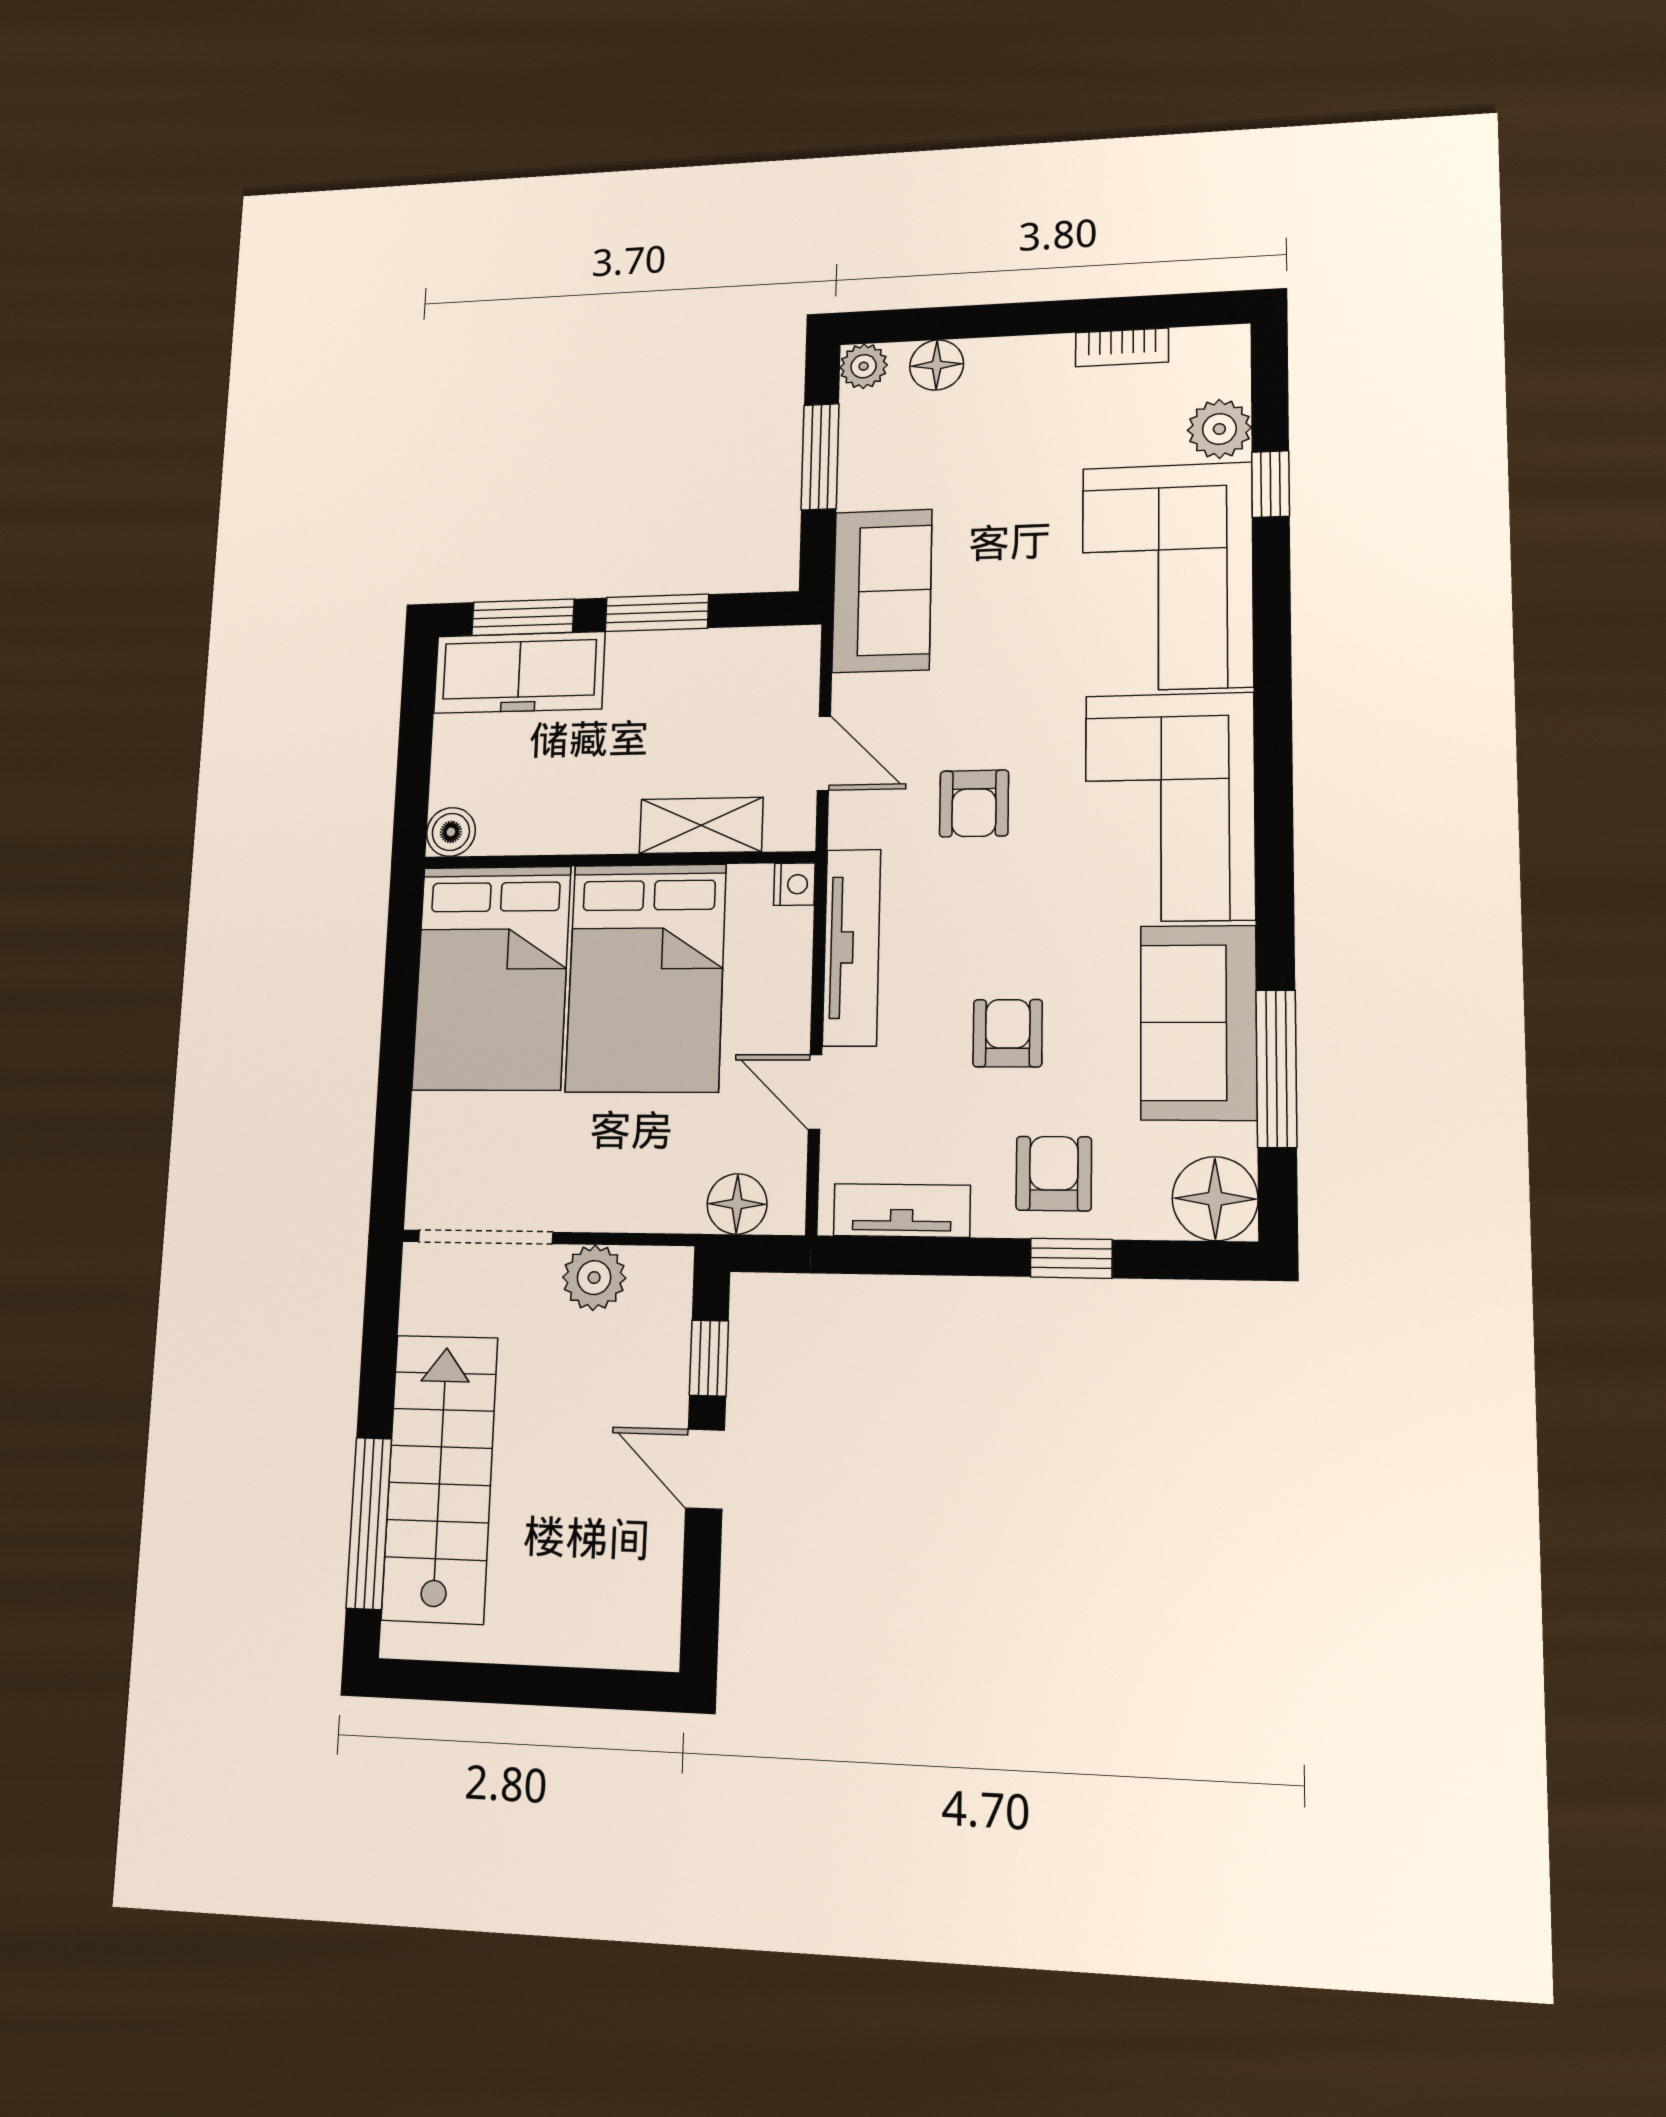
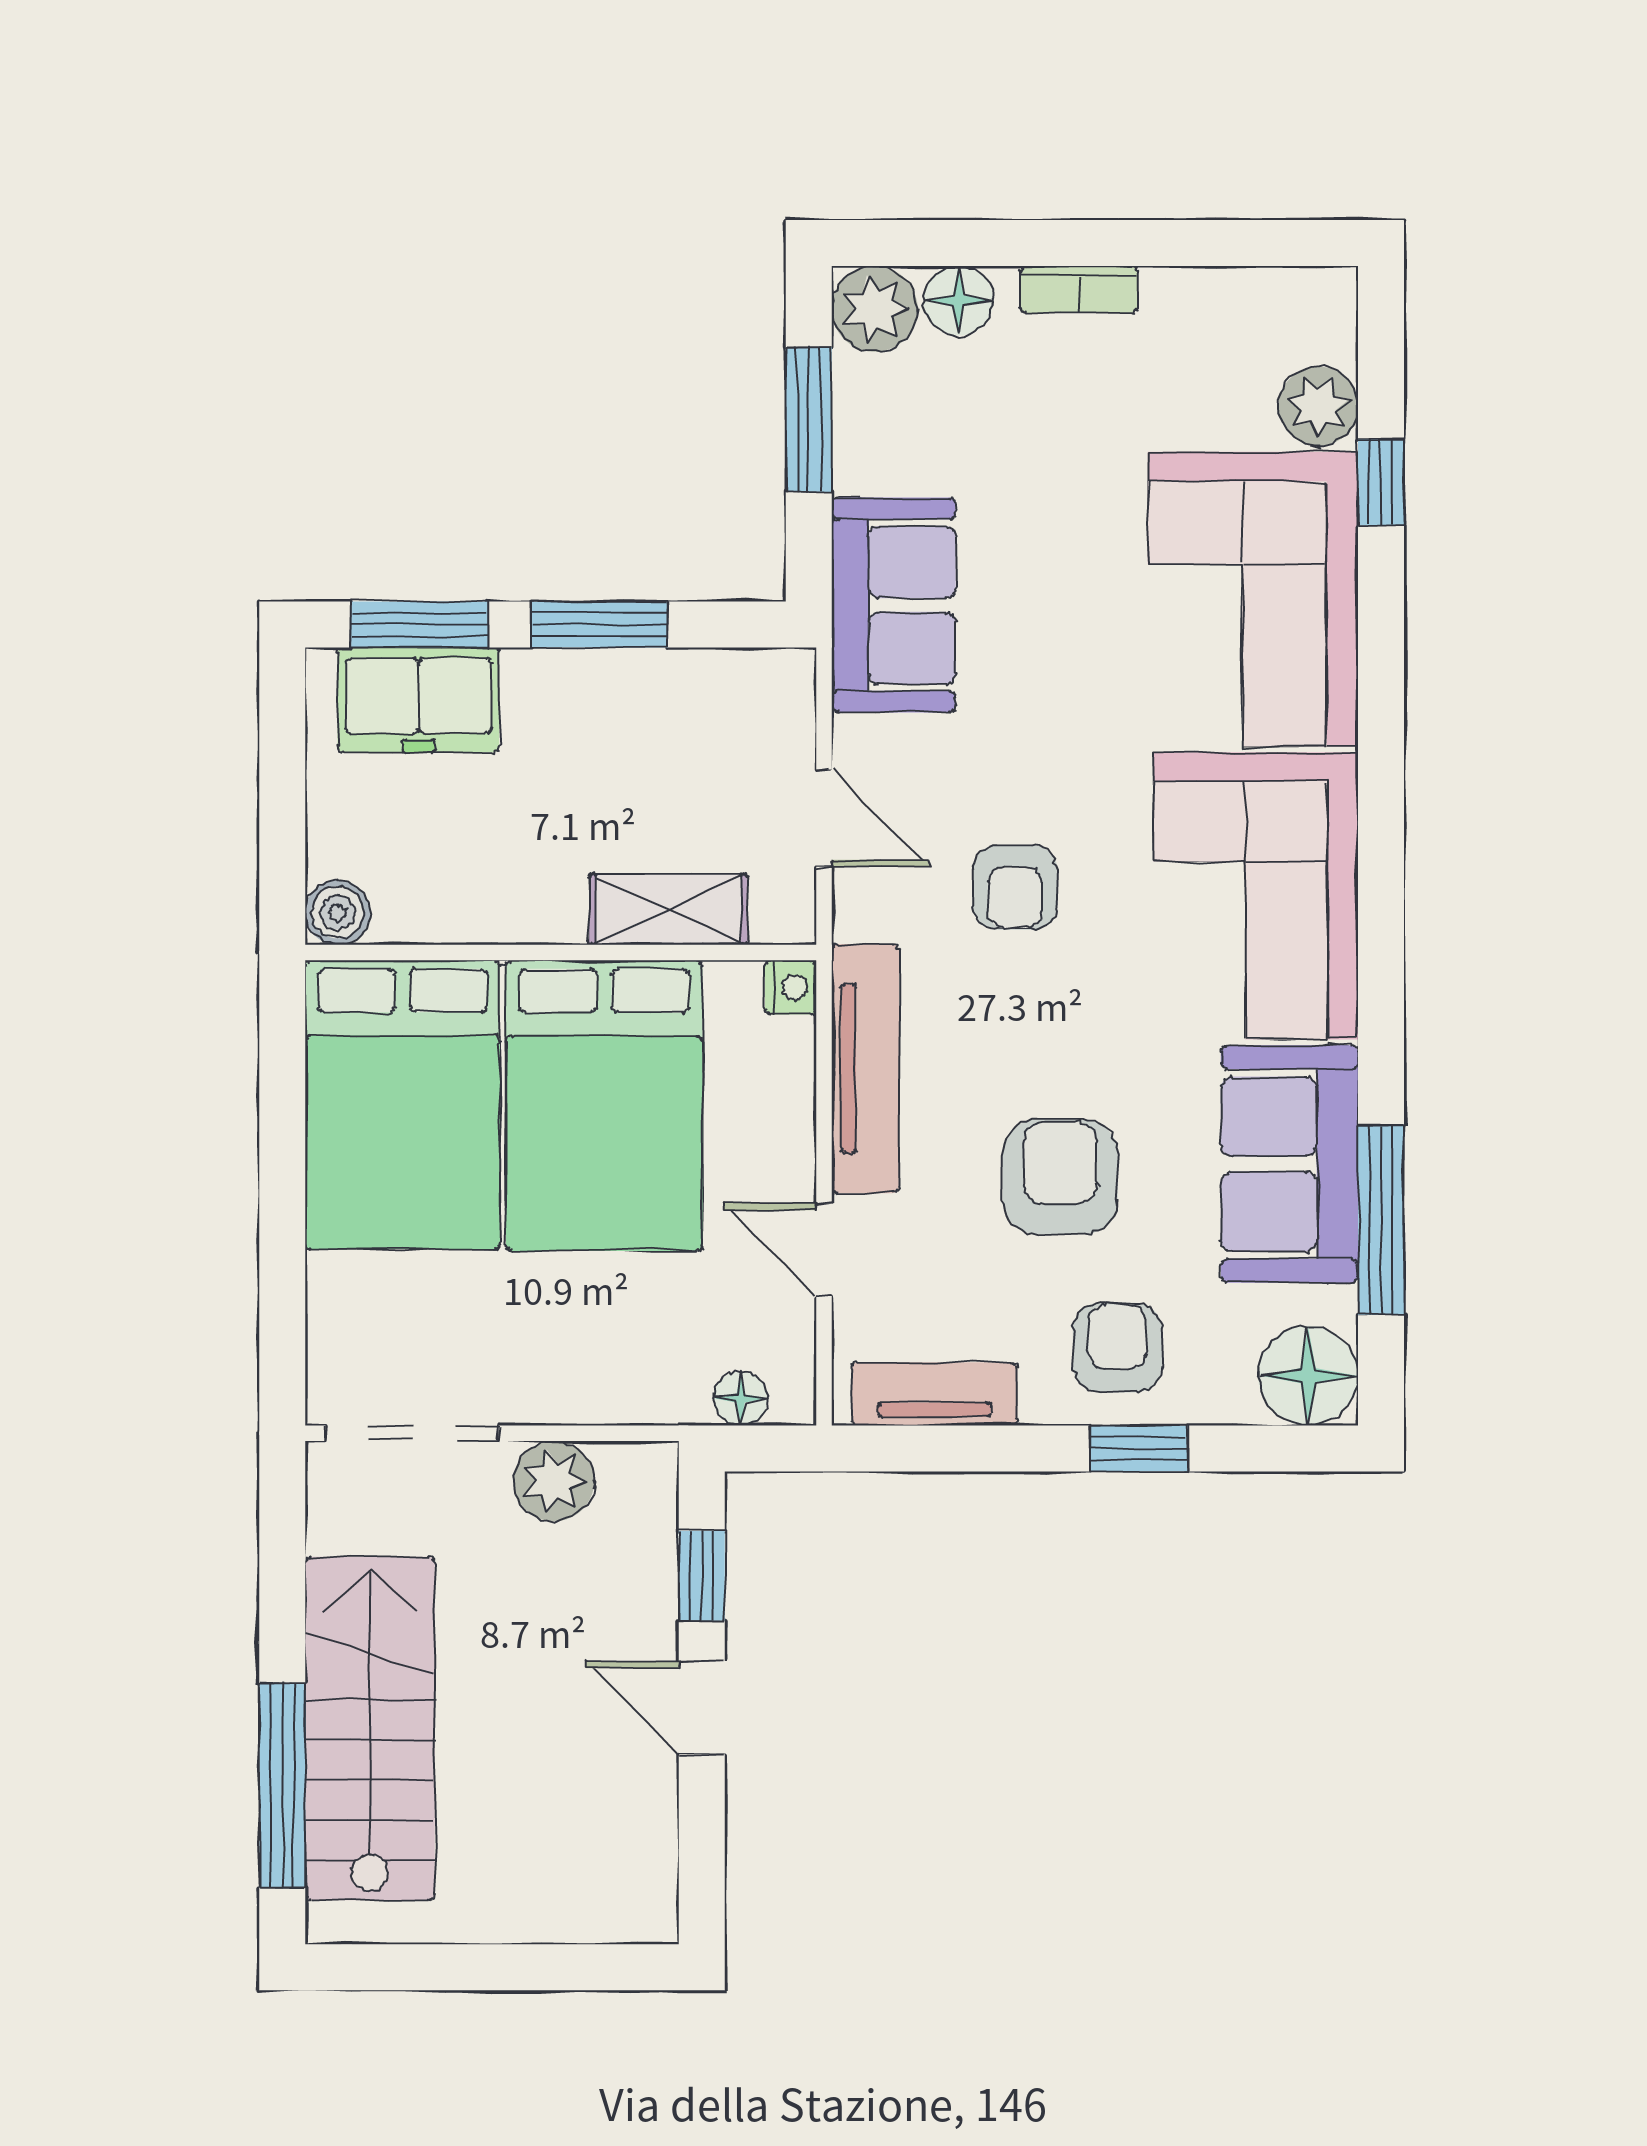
bookcase: (1122, 347) -> (1079, 289), moved
plant: (864, 366) -> (875, 309), width x1.38, depth x1.38
freezer: (519, 672) -> (418, 700), width x0.71
armchair: (1008, 1033) -> (1060, 1177), width x1.38, depth x1.38
floor lamp: (737, 1204) -> (741, 1398), width x0.73, depth x0.73

